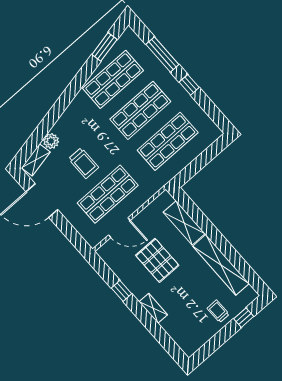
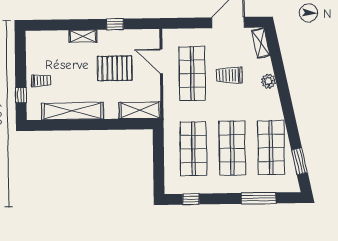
window: (189, 85) -> (191, 199), moved
plant: (51, 141) -> (268, 81), moved
shelving: (184, 223) -> (140, 110), moved
door: (119, 228) -> (161, 61), hinge flipped

